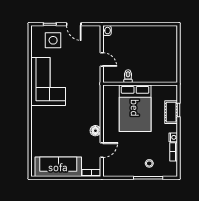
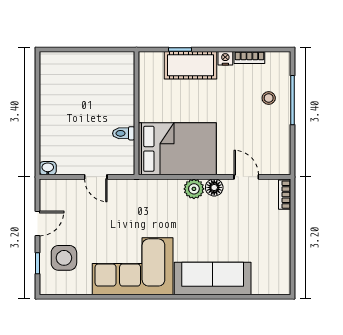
door: (102, 59) -> (96, 177), swing flipped
bed: (135, 108) -> (177, 149), moved
cot: (171, 112) -> (190, 65), width x1.37, depth x1.34
plant: (95, 118) -> (194, 189), added
sofa: (58, 167) -> (213, 279), moved, turned 90

